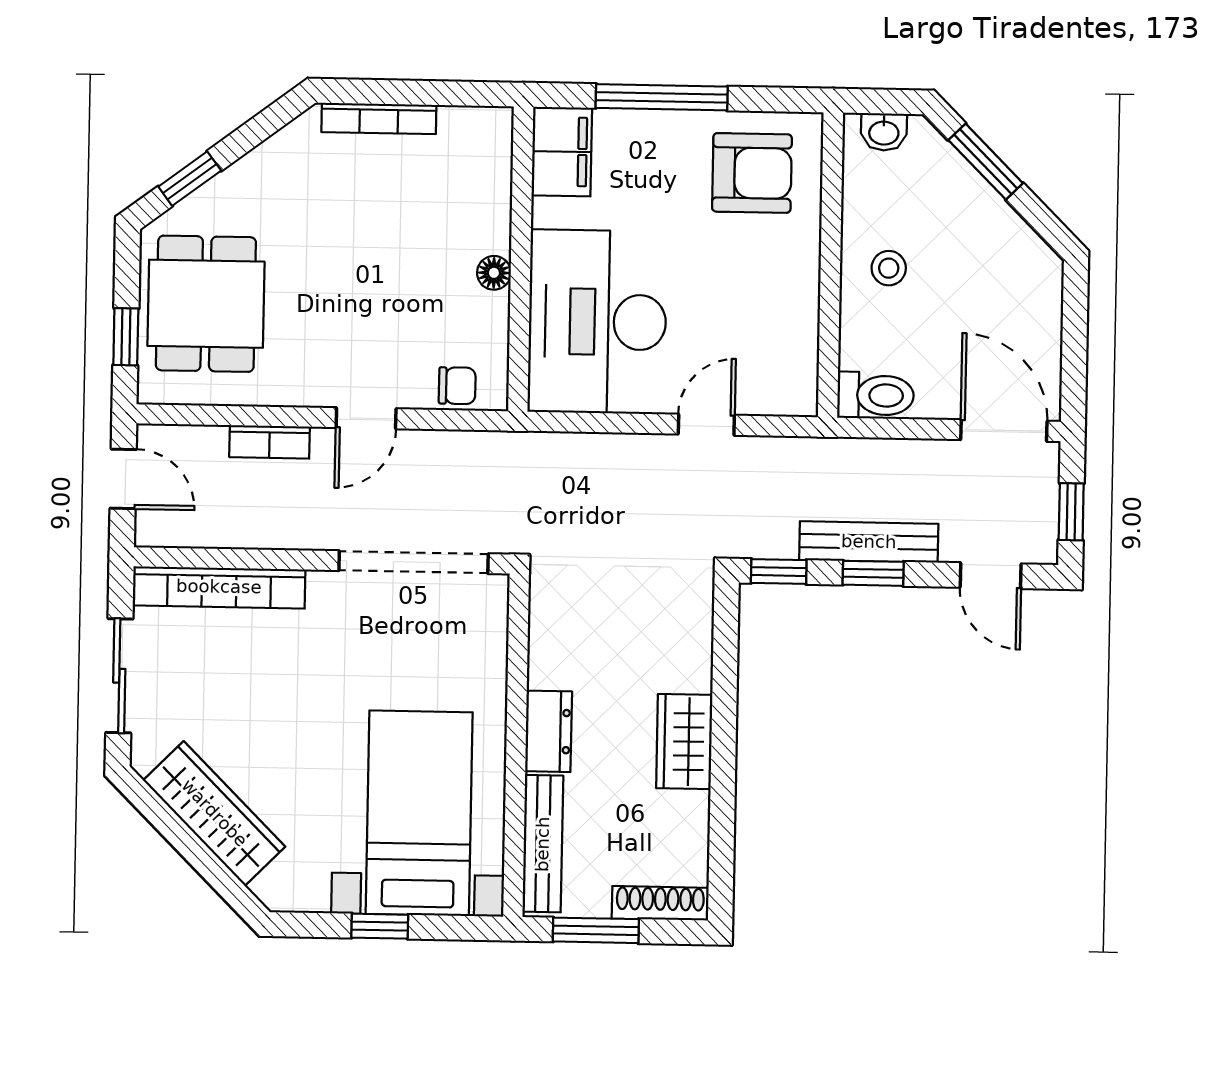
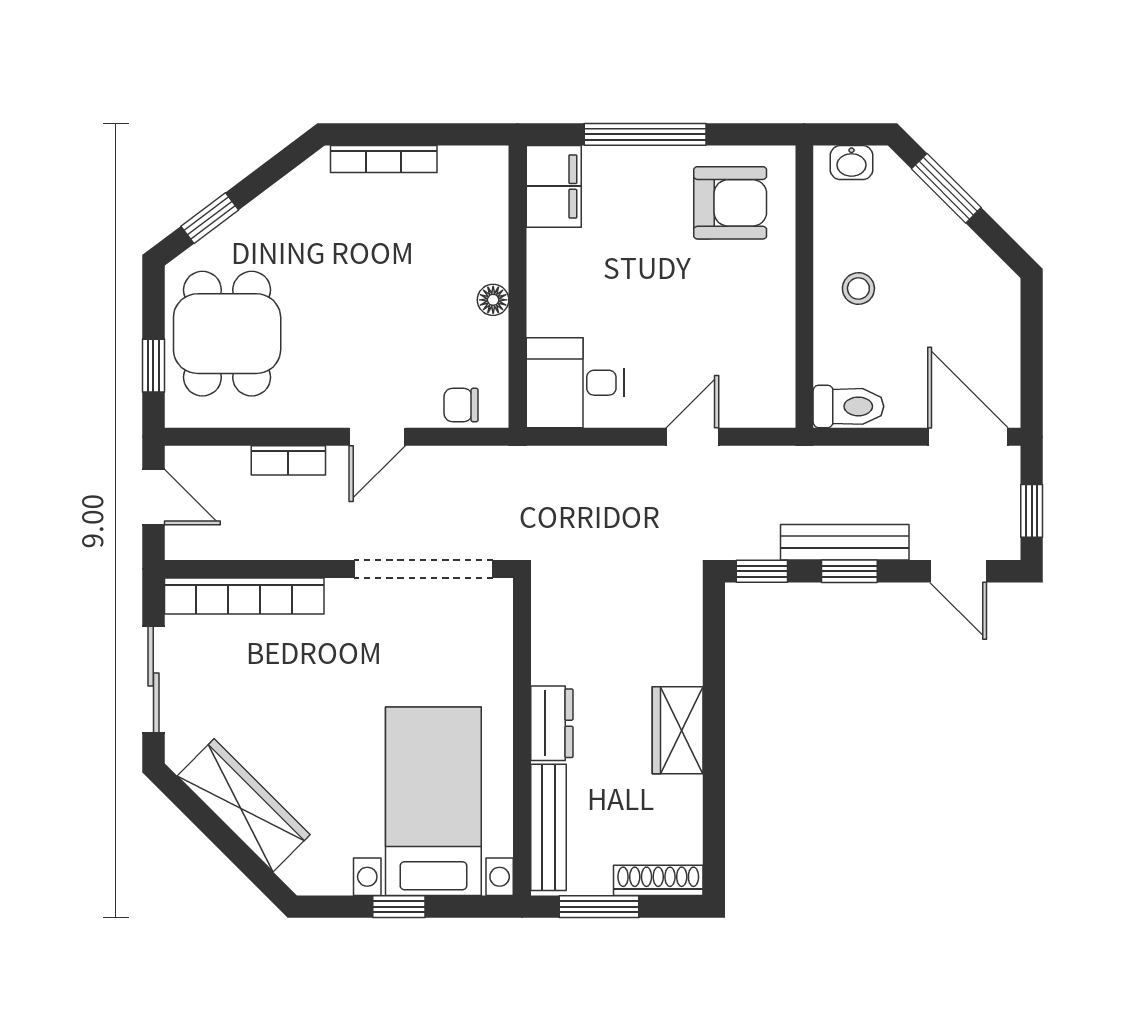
desk: (597, 322) -> (575, 383), width x0.53, depth x0.77
chair: (457, 386) -> (461, 405), turned 180

